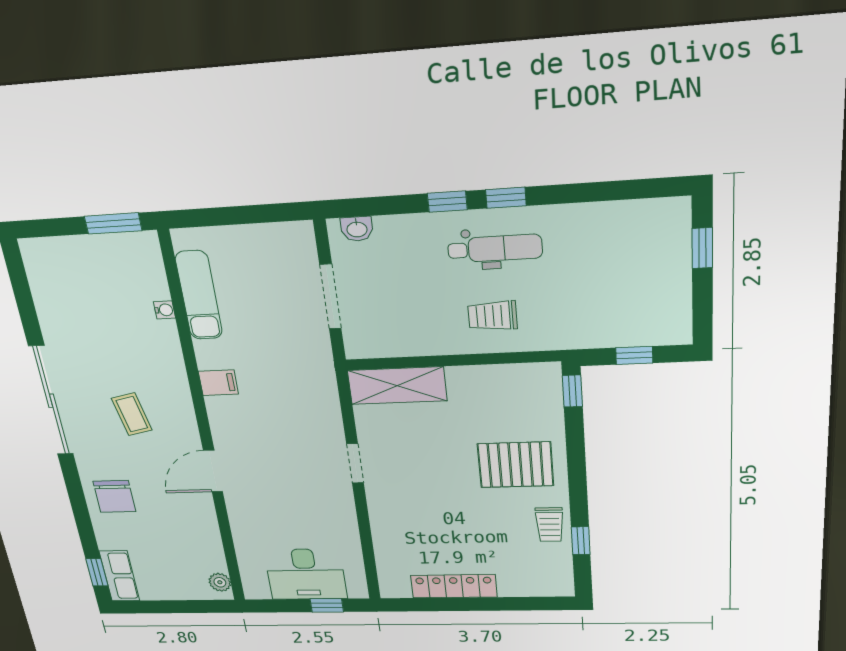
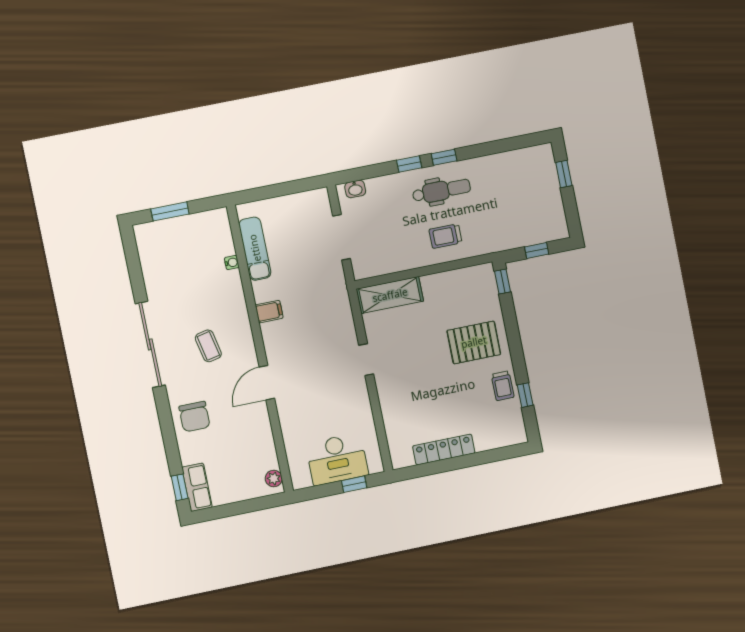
window: (113, 223) -> (170, 211), moved

